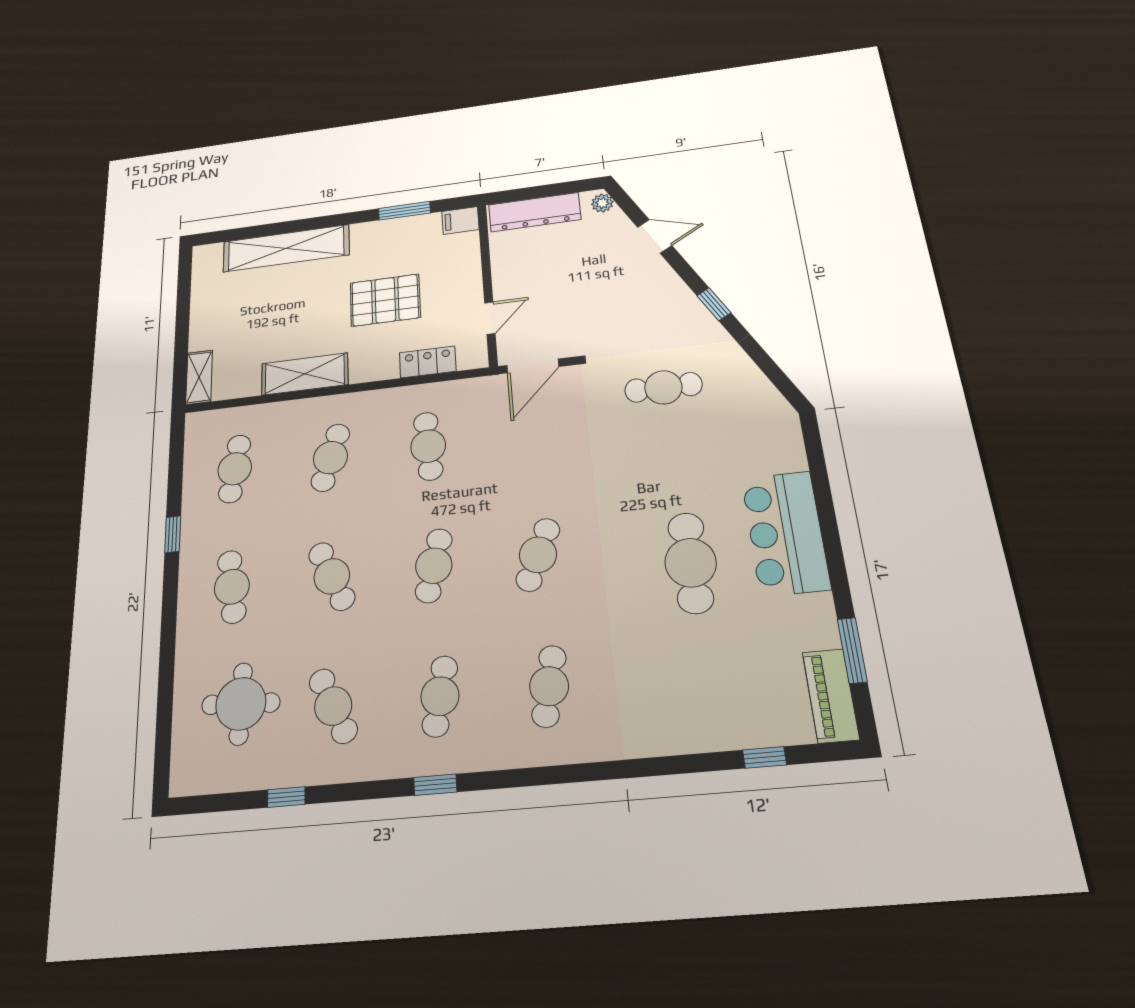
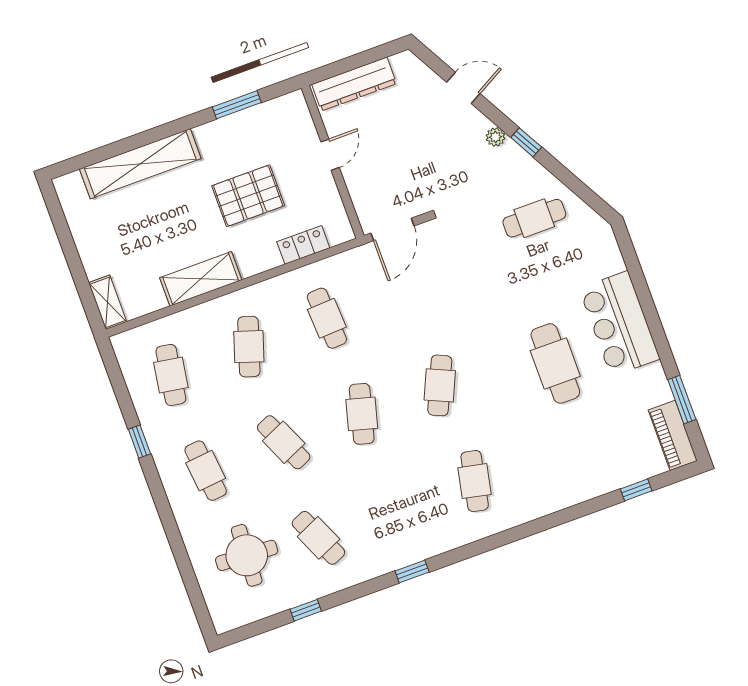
plant: (602, 203) -> (495, 137), moved
filing cabinet: (460, 220) -> (291, 105), removed
door: (490, 318) -> (330, 155), moved
cafe table: (663, 387) -> (534, 218), moved
cafe table: (440, 696) -> (397, 509), removed

